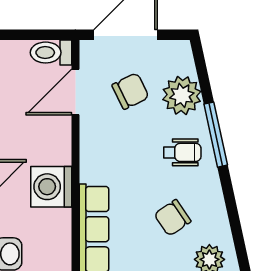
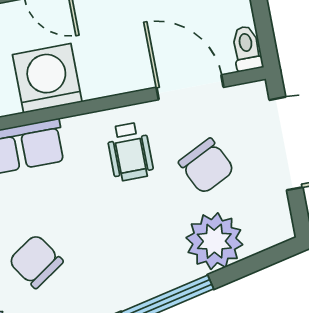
toilet: (51, 53) -> (247, 48), width x0.73, depth x0.72
wheelchair: (182, 152) -> (130, 152), moved

